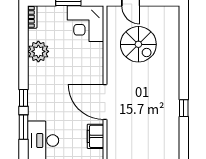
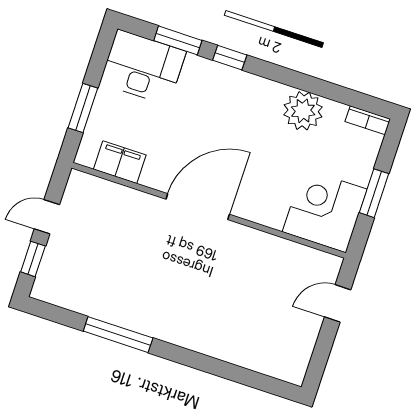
spiral stairs: (138, 44) -> (257, 292), removed
door: (105, 102) -> (198, 207), moved
window: (184, 108) -> (118, 335), width x2.17

